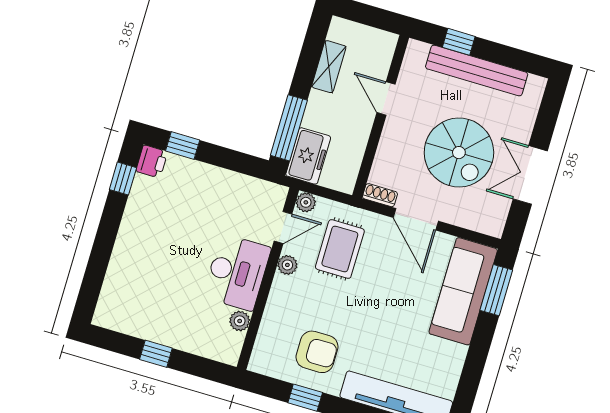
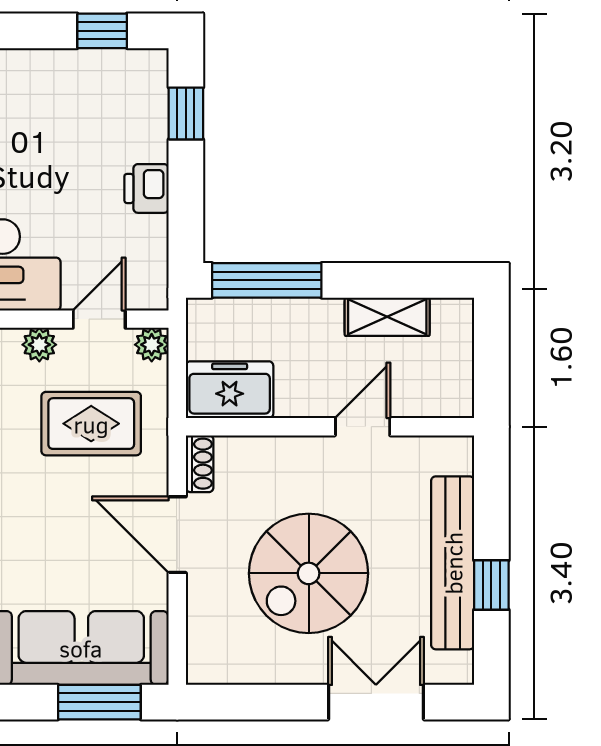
window: (459, 42) -> (491, 585), moved
freezer: (308, 156) -> (230, 390), moved, turned 180
printer: (152, 161) -> (147, 188), moved, turned 90
double door: (530, 175) -> (376, 702), moved
door: (416, 219) -> (177, 535), hinge flipped
door: (283, 227) -> (99, 319), swing flipped

